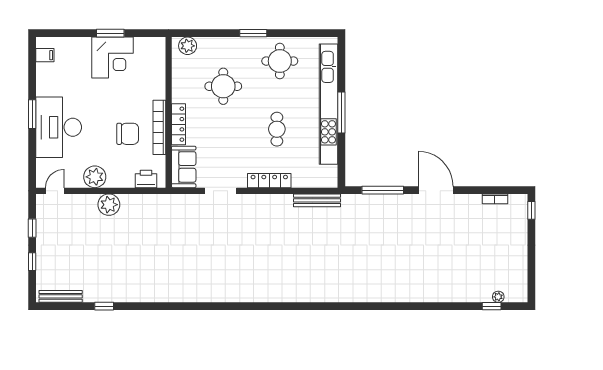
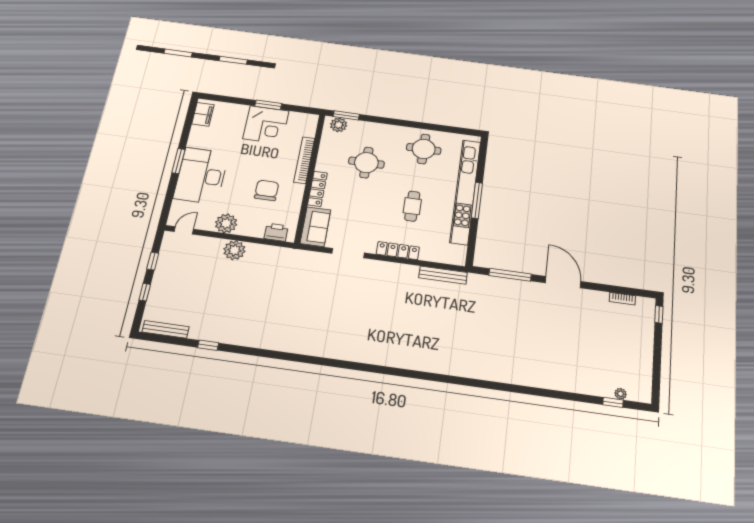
window: (253, 33) -> (346, 115), moved
filing cabinet: (45, 55) -> (203, 114), width x2.00
bookcase: (159, 127) -> (304, 160), moved
chair: (128, 134) -> (267, 190), turned -90

